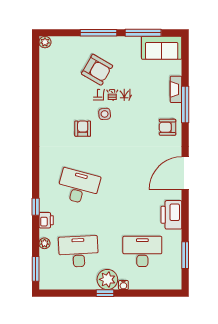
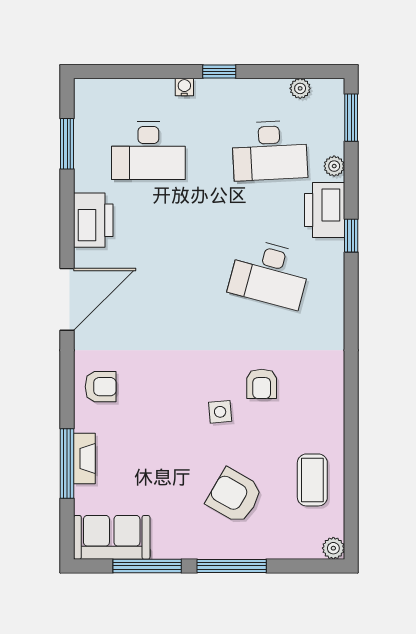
coffee table: (56, 78) -> (312, 480), added
window: (185, 105) -> (67, 464), moved
printer: (46, 220) -> (325, 210), width x1.87, depth x1.48
plant: (107, 279) -> (300, 88), moved, width x0.53, depth x0.53

